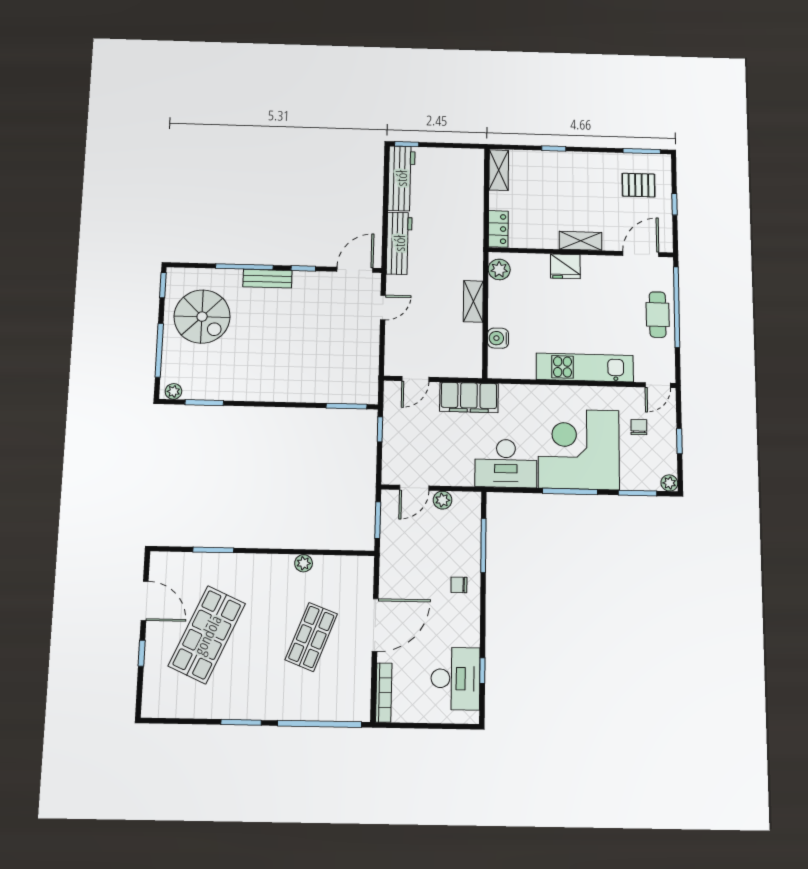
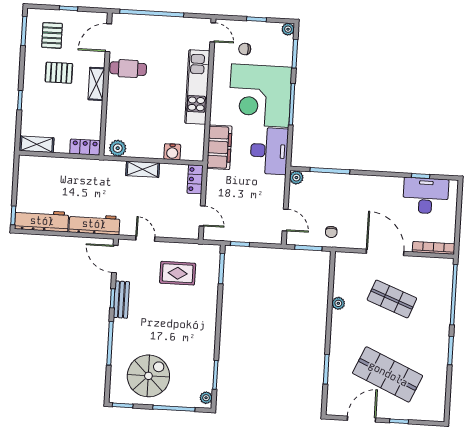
pallet: (592, 195) -> (59, 73), added
door: (641, 254) -> (108, 38), hinge flipped
fridge: (565, 266) -> (117, 97), removed
bench: (267, 279) -> (121, 300), moved
cafe table: (658, 315) -> (128, 69), moved
rug: (339, 350) -> (178, 273), added
locker: (463, 368) -> (195, 179), added
filing cabinet: (469, 397) -> (219, 147), moved
plant: (443, 500) -> (296, 178), moved
chair: (459, 585) -> (331, 232), moved

